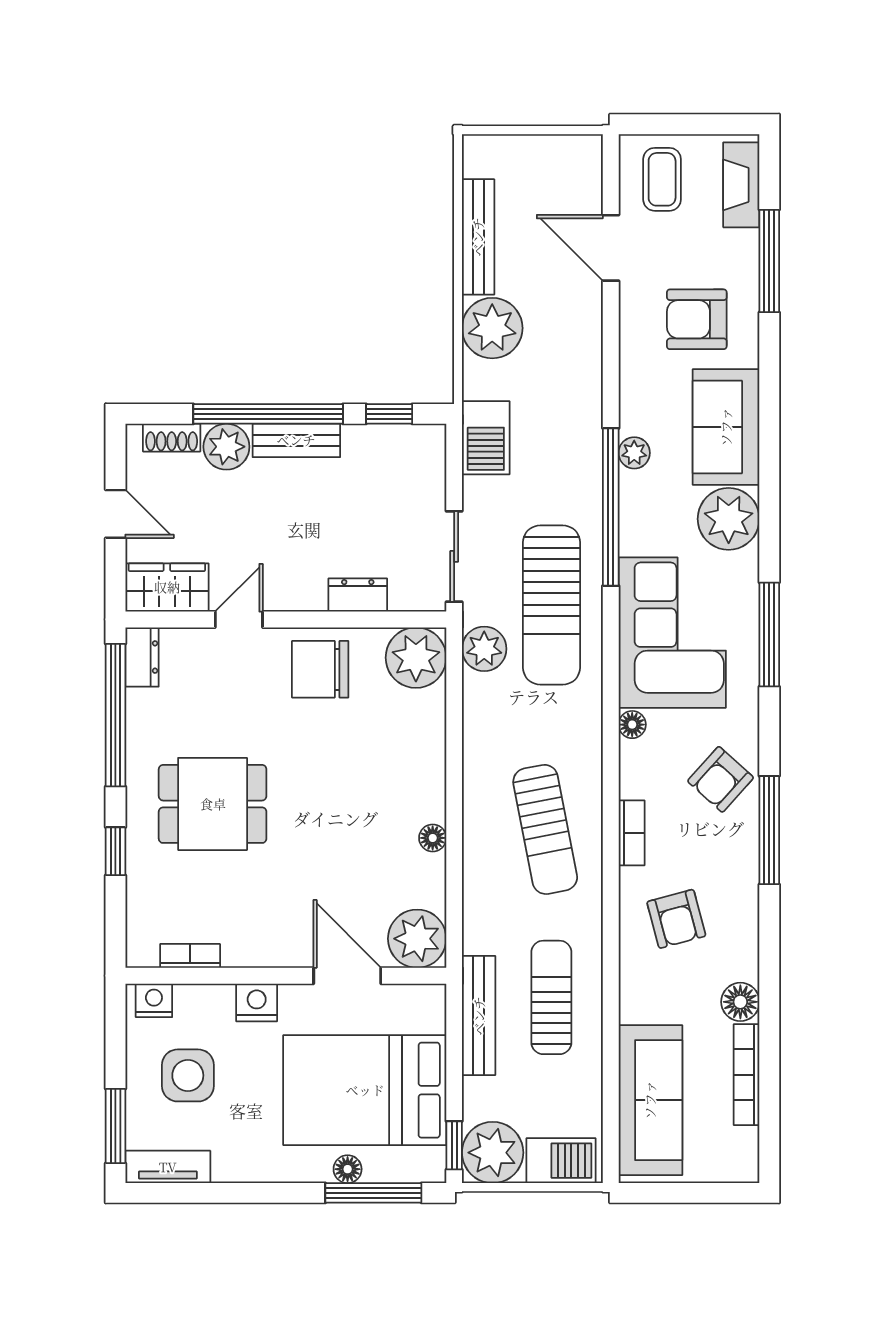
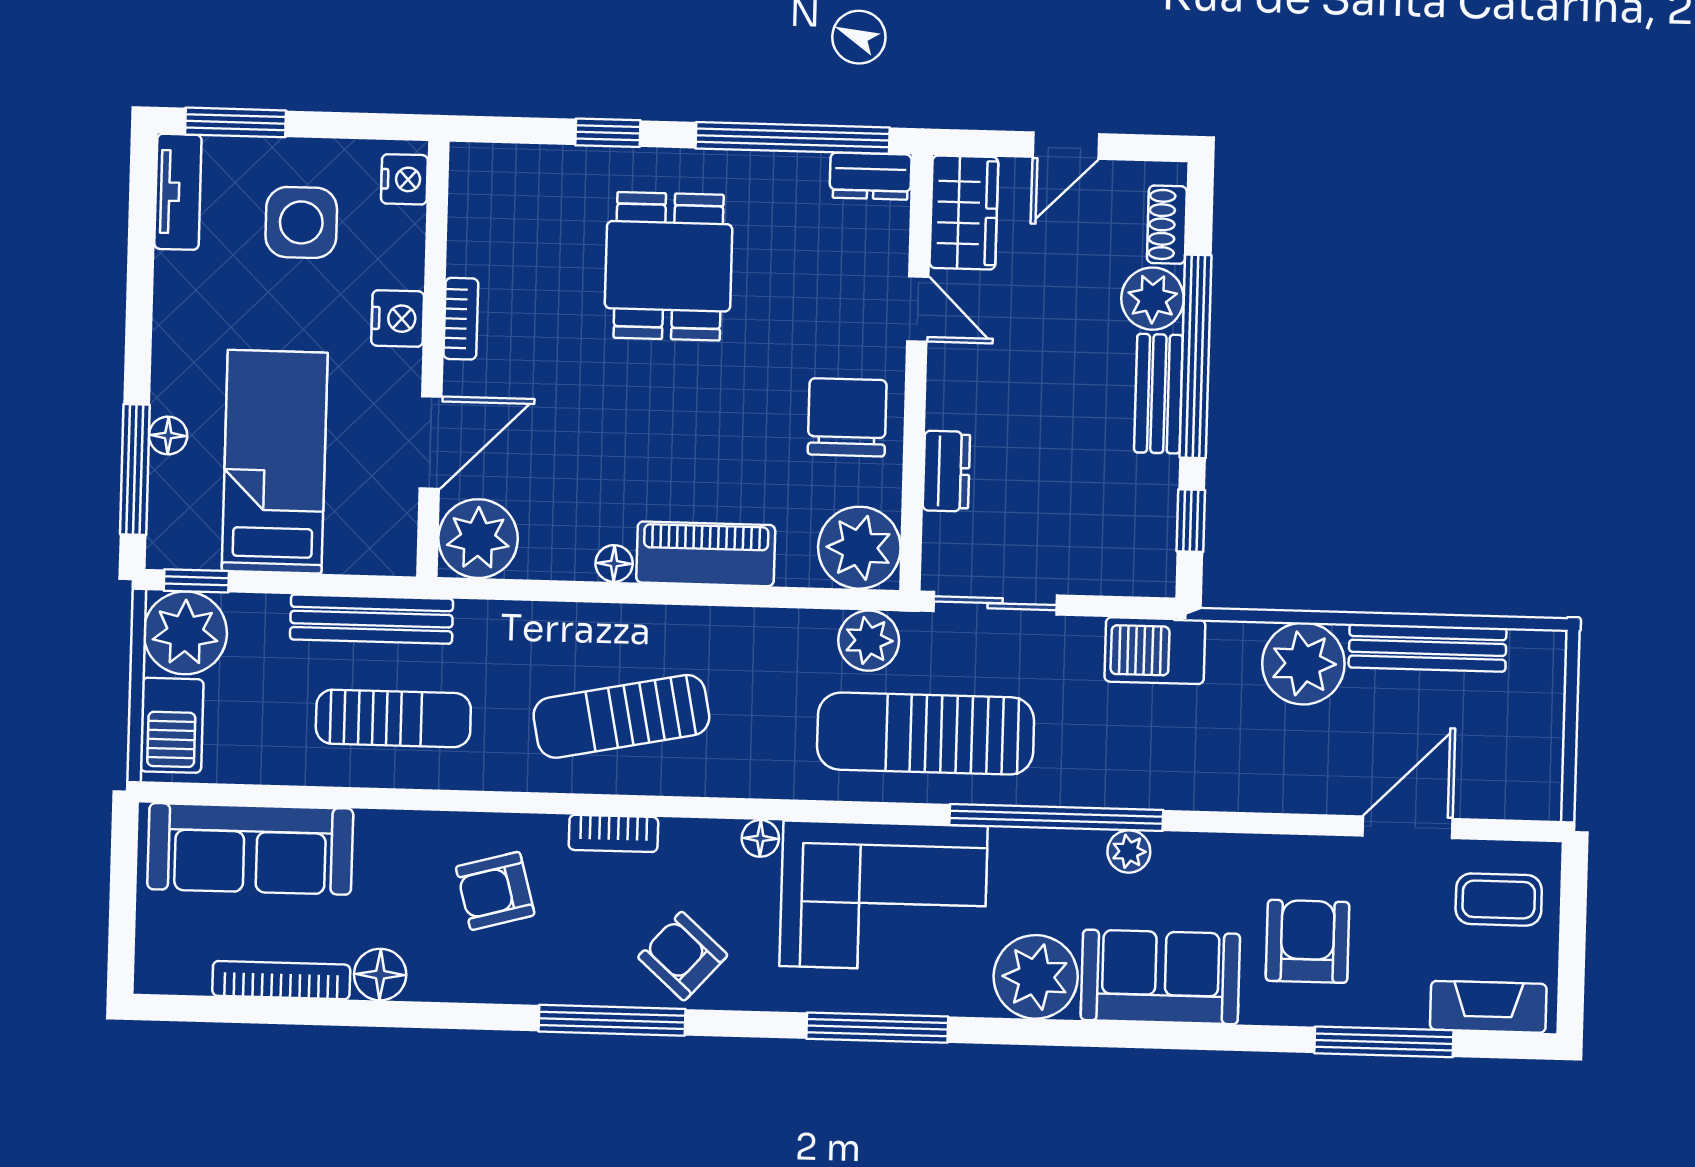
piano: (424, 771) -> (706, 554), added
bookcase: (190, 956) -> (461, 319), moved
bed: (365, 1090) -> (275, 462), width x0.67

